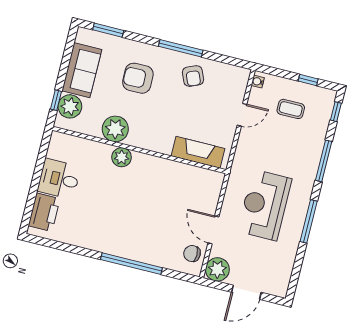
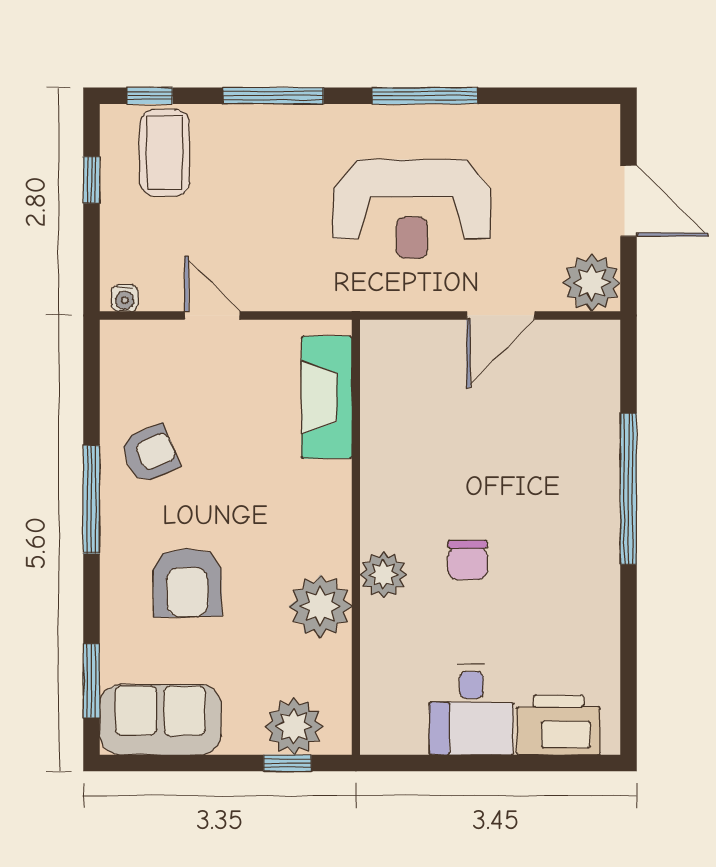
sofa: (82, 70) -> (160, 720), moved
coffee table: (291, 109) -> (165, 153), moved, width x1.36, depth x1.30
chair: (192, 254) -> (467, 560), moved

